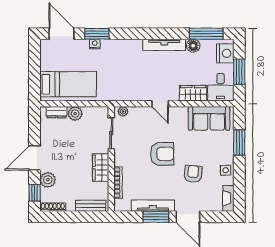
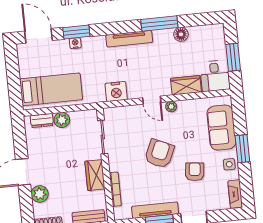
window: (206, 34) -> (159, 24), moved
tv unit: (164, 45) -> (129, 39), moved
nightstand: (225, 53) -> (116, 92), moved, turned 90
plant: (123, 111) -> (171, 107), moved
sofa: (209, 118) -> (221, 128), moved, turned 90
window: (239, 142) -> (242, 149), moved
armchair: (162, 154) -> (159, 154), turned -65
window: (35, 193) -> (27, 209), removed

